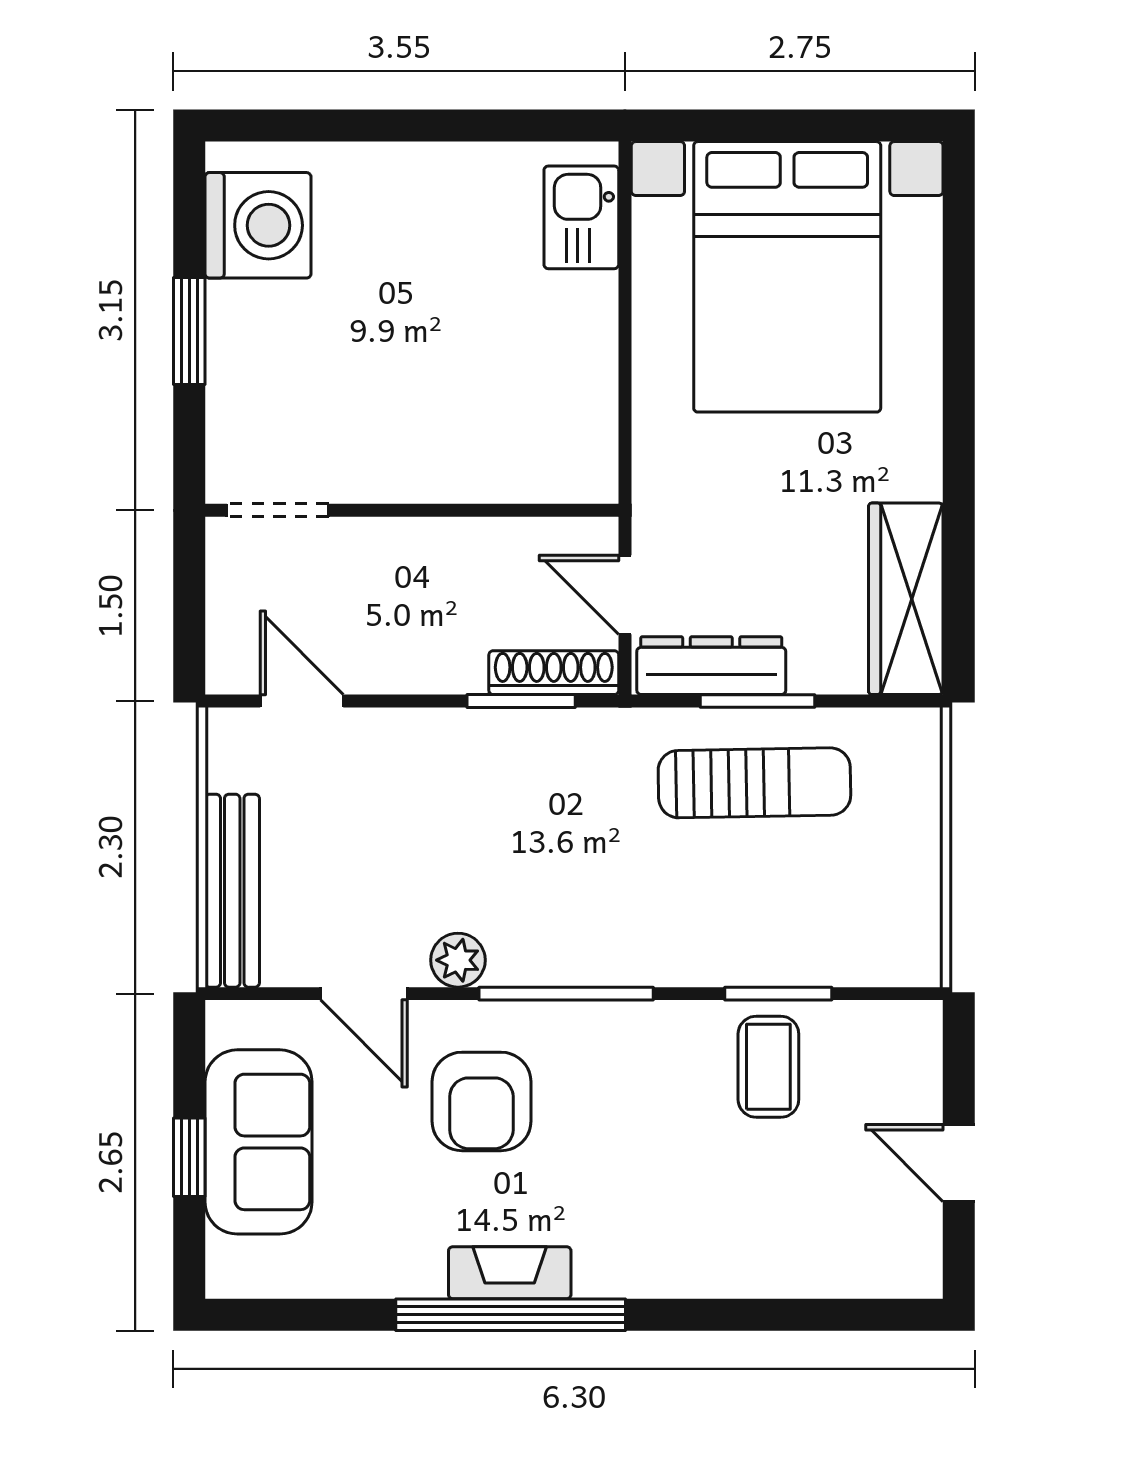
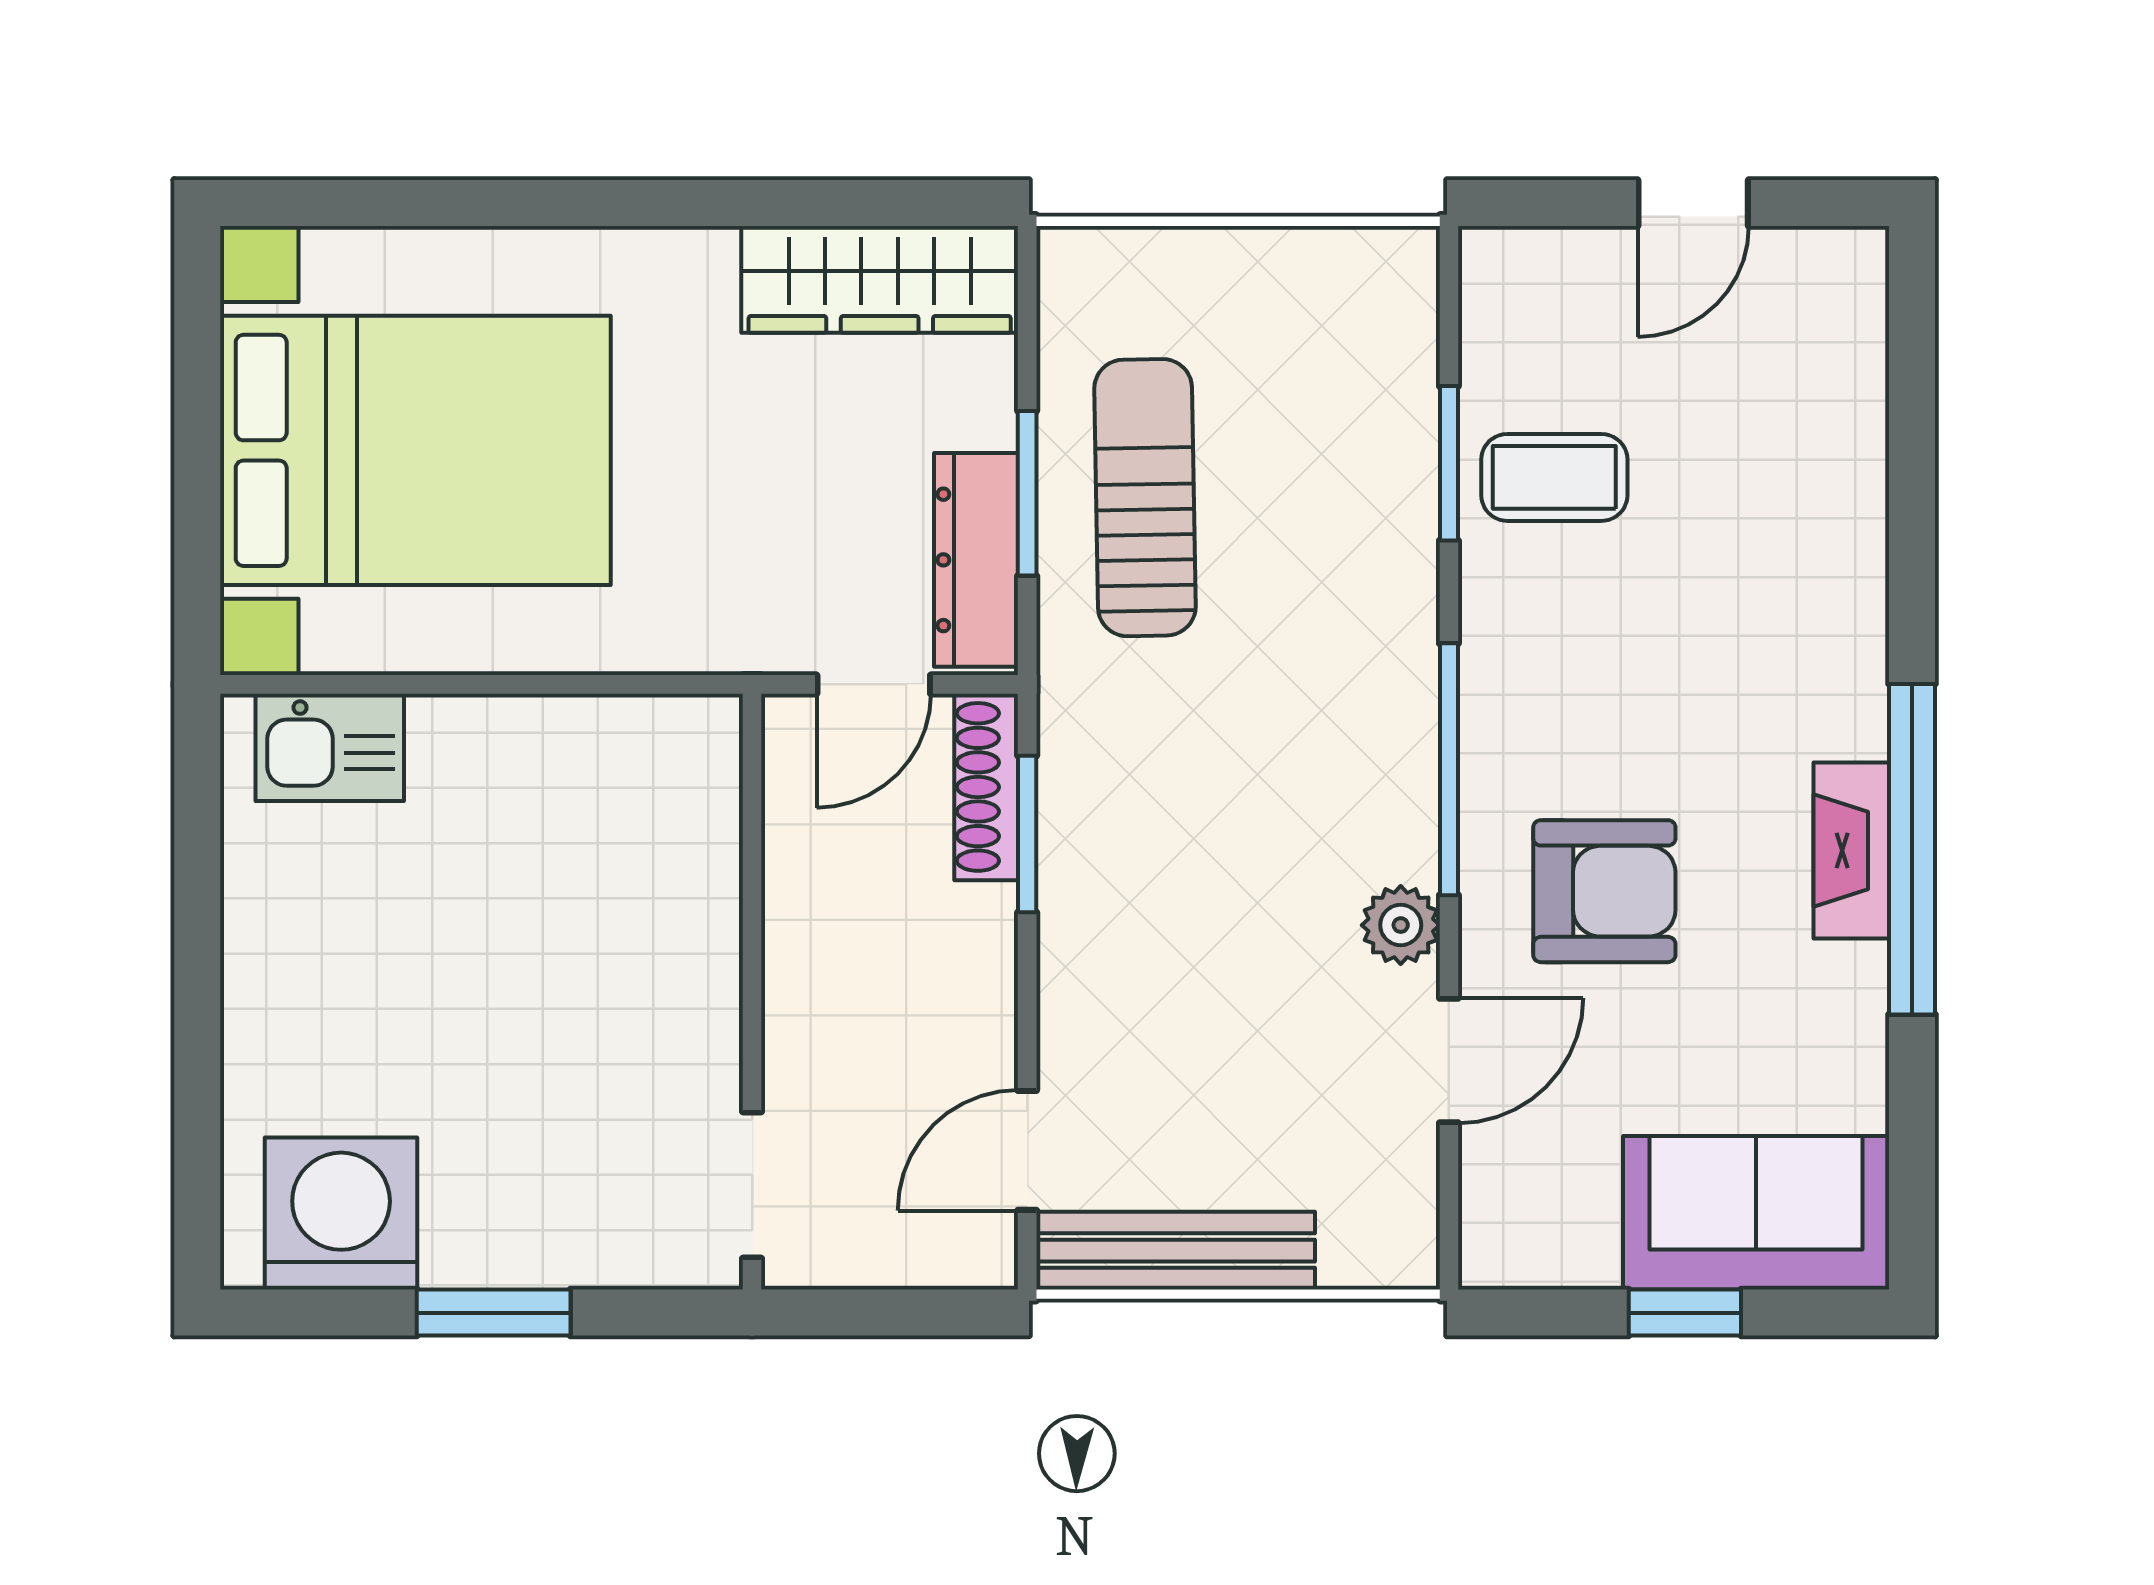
bench: (232, 891) -> (1176, 1251), moved
sofa: (259, 1142) -> (1756, 1213), moved

